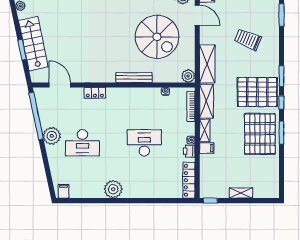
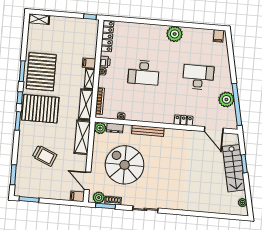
dresser: (171, 77) -> (115, 128), added
plant: (52, 136) -> (226, 99), moved
shelving: (241, 193) -> (39, 19), moved

